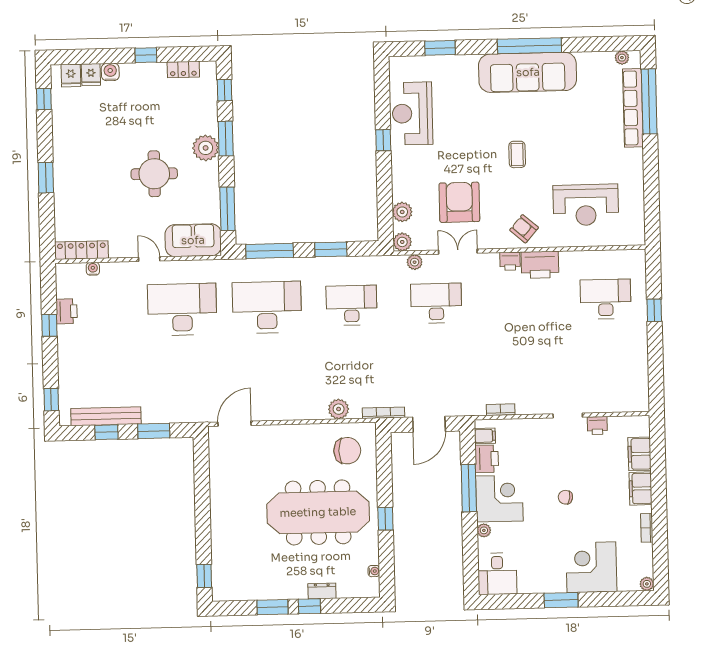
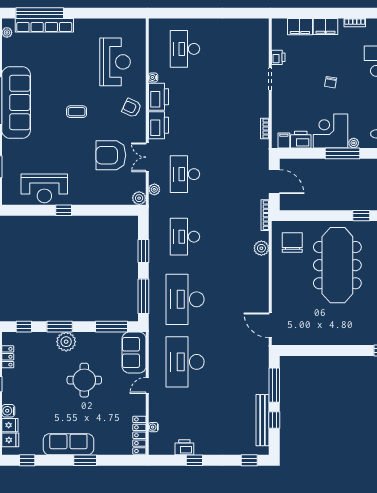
sofa: (67, 155) -> (68, 444), added
plant: (402, 212) -> (117, 198), removed
armchair: (524, 229) -> (132, 108), turned 74
water cooler: (566, 257) -> (153, 77), added
printer: (510, 261) -> (158, 125), width x1.87, depth x1.48
window: (654, 310) -> (194, 13), removed
window: (154, 431) -> (274, 385), width x1.44
window: (469, 488) -> (343, 153), moved
window: (385, 519) -> (361, 216), moved

